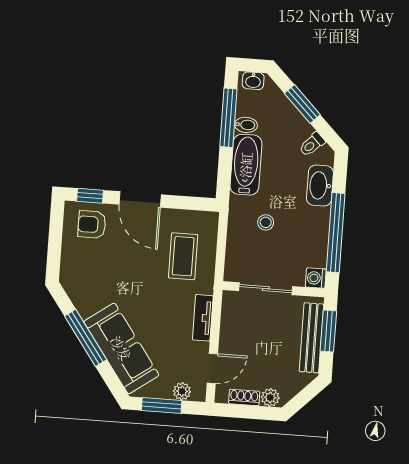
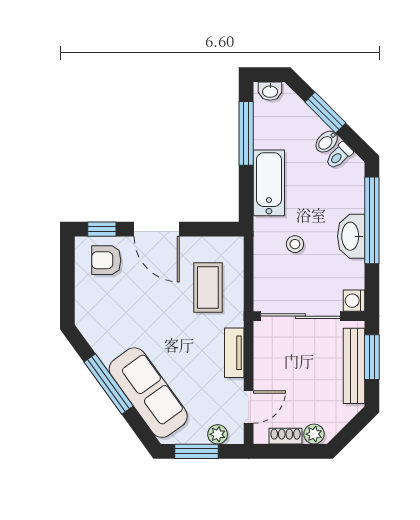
bidet: (246, 125) -> (327, 142), moved, turned 135
washbasin: (320, 186) -> (351, 236), moved
window: (336, 233) -> (372, 220), moved
sliding door: (266, 289) -> (300, 316), width x1.37

